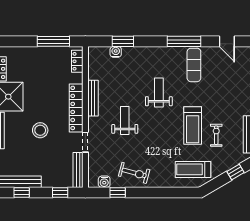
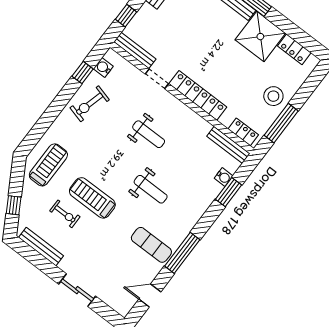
bench: (93, 98) -> (228, 145), moved
stool: (40, 130) -> (273, 96), moved

